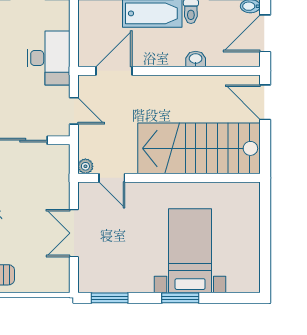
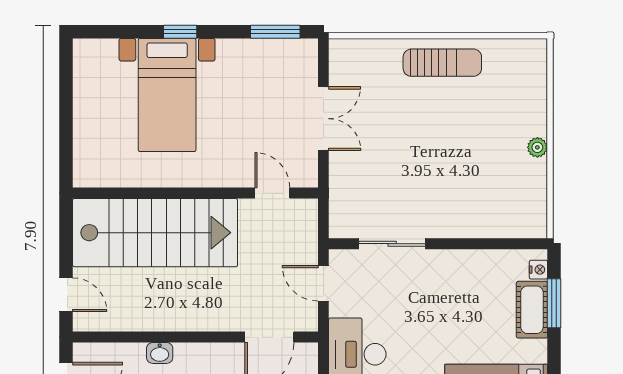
door: (265, 102) -> (66, 295), width x0.73
plant: (85, 166) -> (308, 209), removed
window: (180, 298) -> (180, 32), width x0.67

